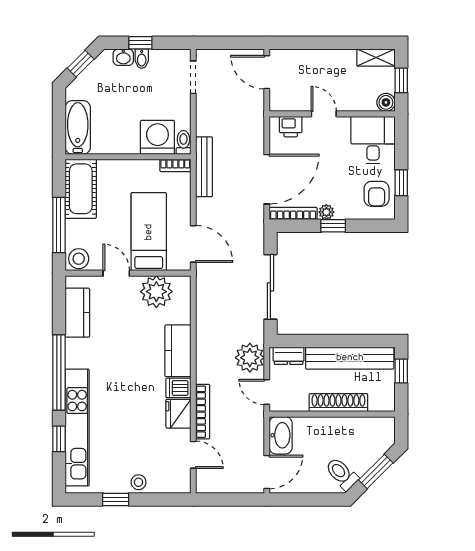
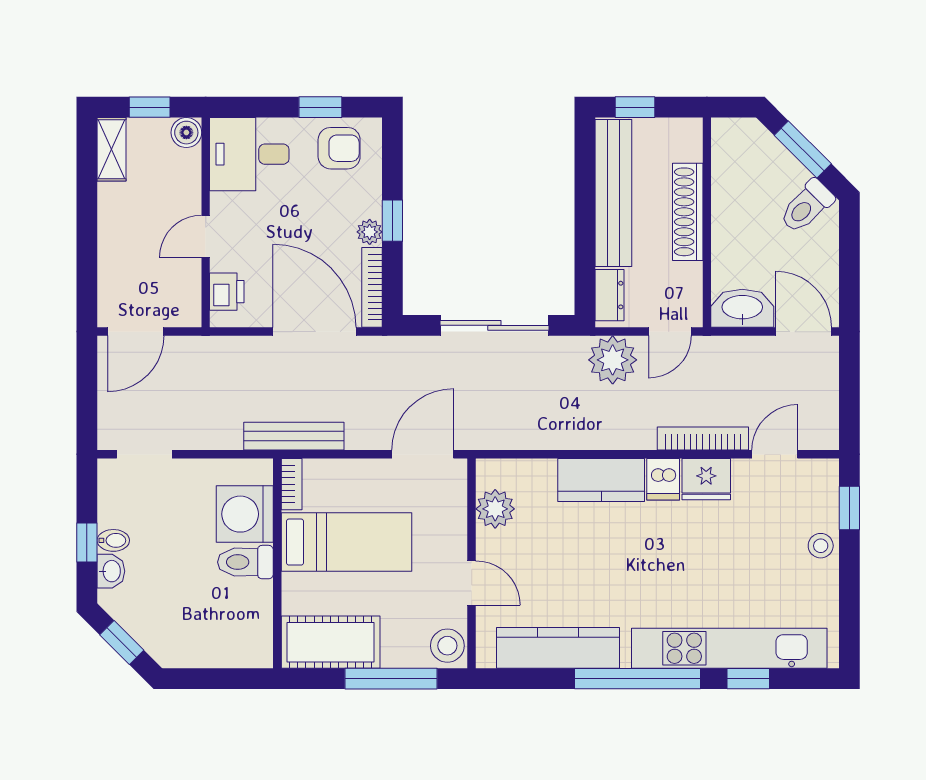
bathtub: (78, 127) -> (228, 647), removed
toilet: (183, 142) -> (245, 562), moved, width x1.37, depth x1.39
bed: (149, 232) -> (346, 542), moved, turned 180
door: (116, 273) -> (472, 583), swing flipped
plant: (156, 292) -> (495, 509), width x0.73, depth x0.73
kitchen counter: (77, 313) -> (558, 648), width x1.50
window: (116, 499) -> (849, 508), moved

